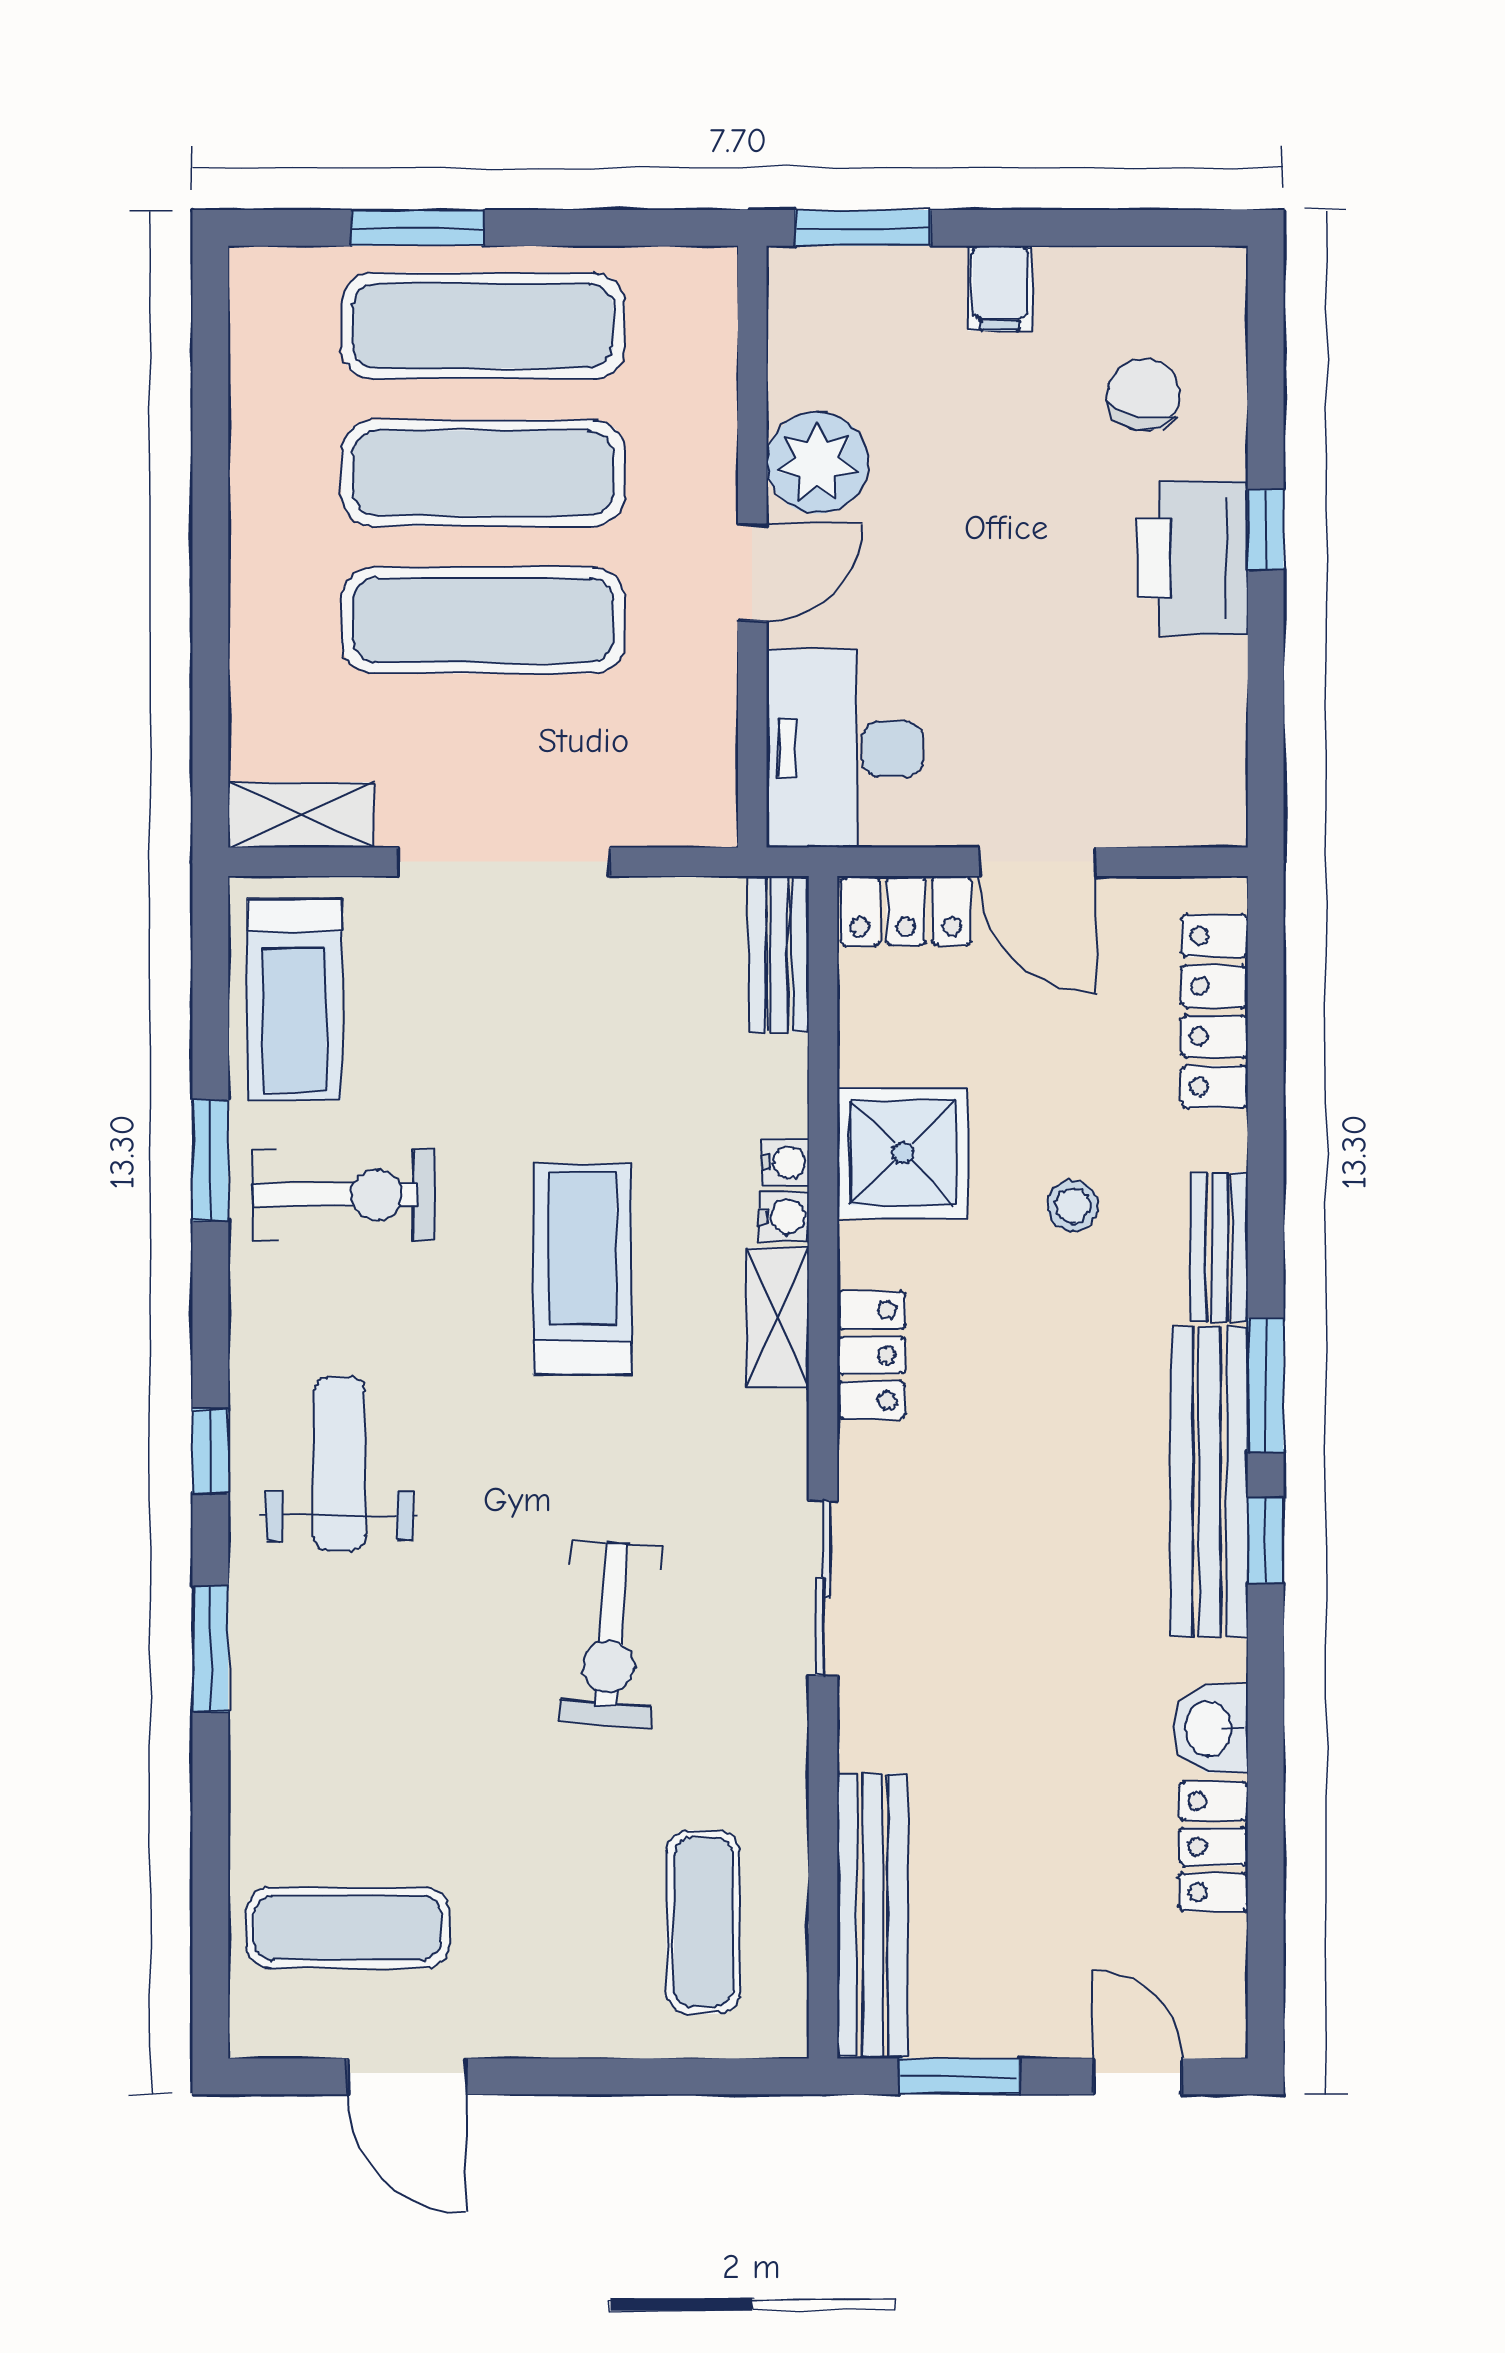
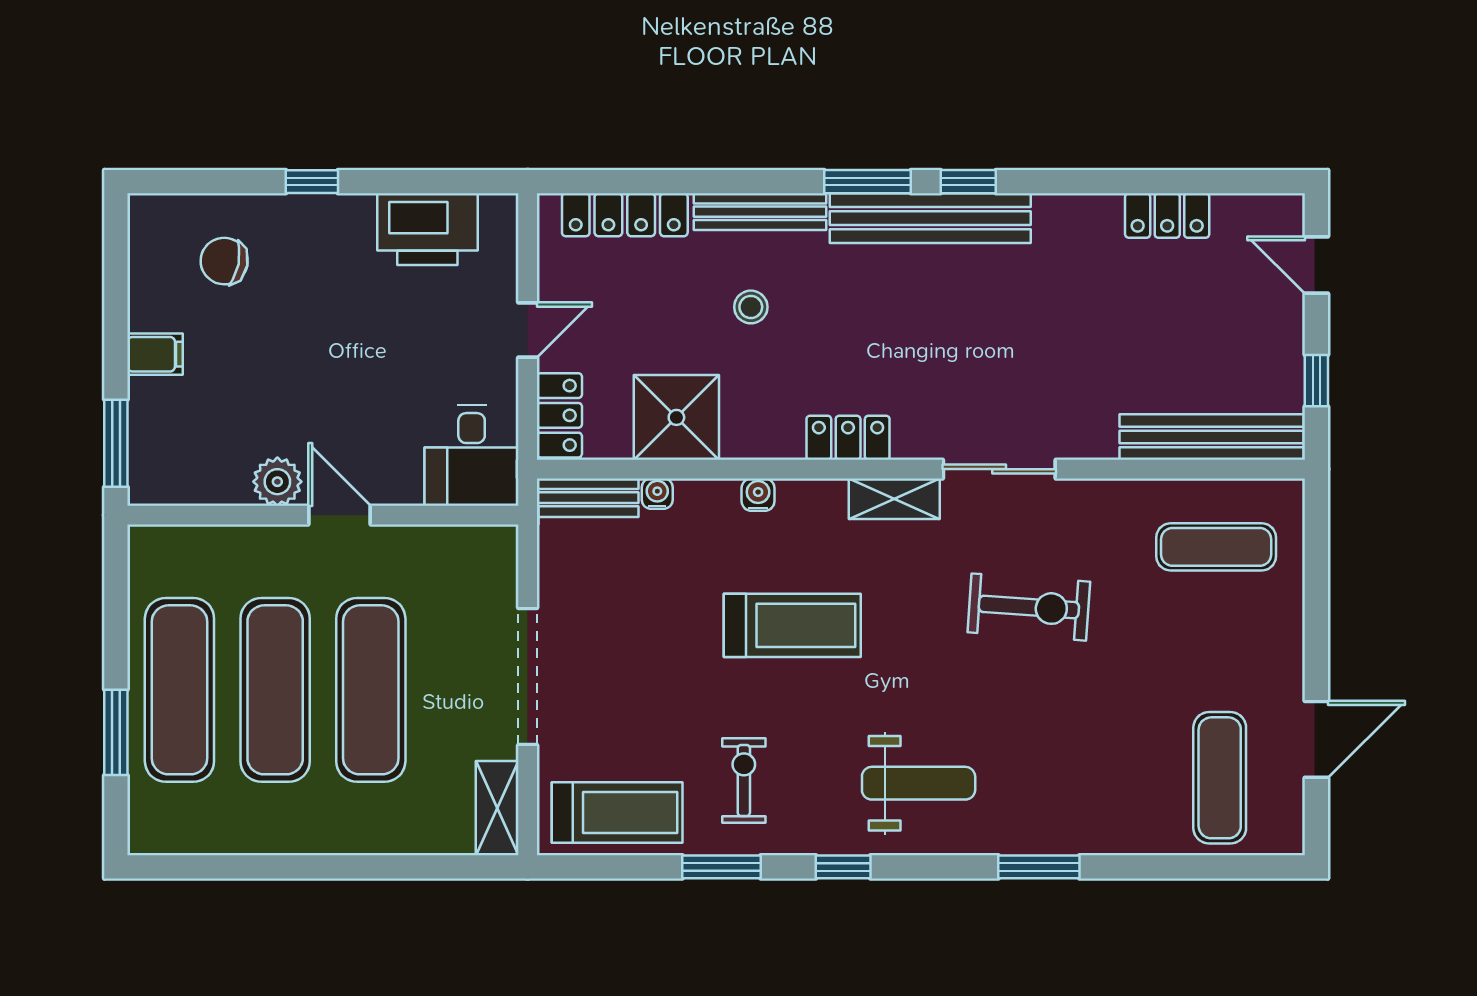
plant: (817, 463) -> (277, 482), width x0.73, depth x0.73
printer: (1193, 558) -> (427, 229), moved
desk: (844, 749) -> (472, 455), width x0.73
door: (1037, 862) -> (528, 330), width x0.73
shower: (903, 1153) -> (676, 417), moved
water cooler: (785, 1162) -> (657, 494), moved
exercise bike: (344, 1195) -> (744, 780), width x0.73, depth x0.72
bench: (1219, 1247) -> (760, 212), width x1.36
treadmill: (582, 1269) -> (792, 625), turned 180
shelving: (777, 1317) -> (894, 499), moved
window: (210, 1451) -> (843, 867), moved
weight bench: (339, 1464) -> (919, 783), turned 180
washbasin: (1211, 1729) -> (1091, 217), removed
window: (959, 2076) -> (1316, 381), width x0.67
door: (1137, 2076) -> (1316, 265), hinge flipped

